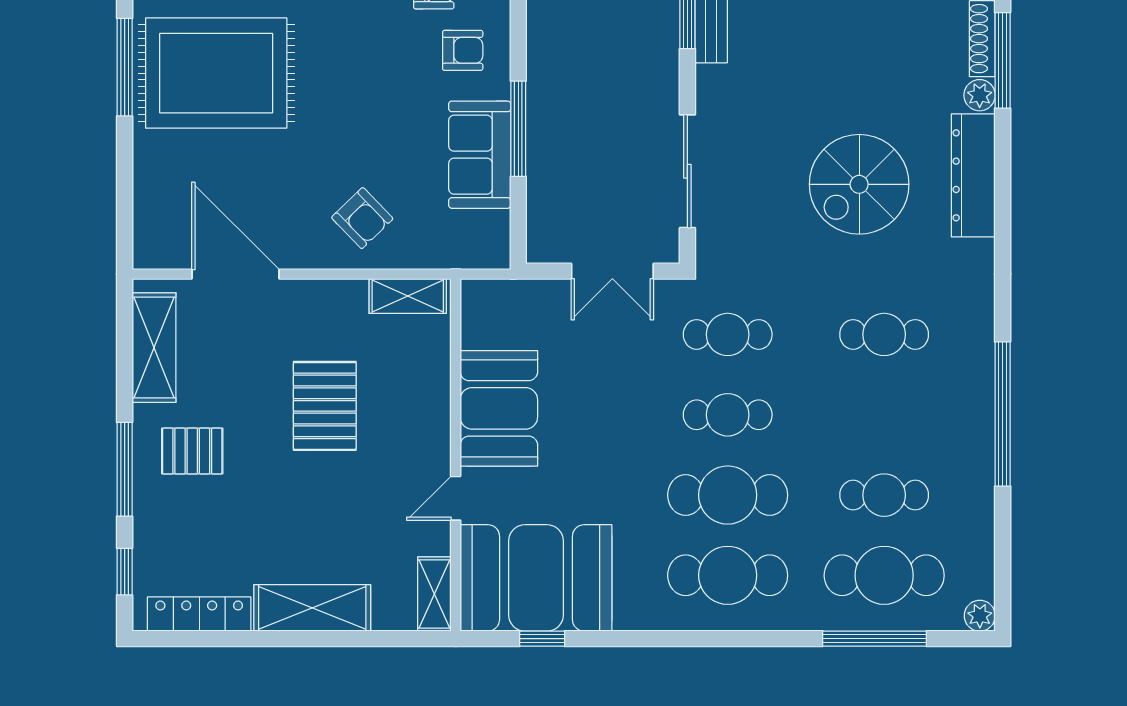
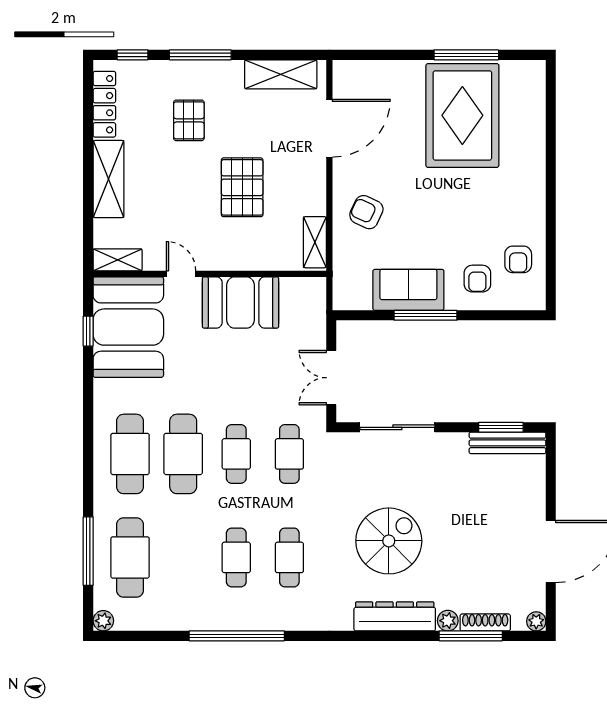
spiral stairs: (859, 184) -> (389, 541), turned 90
armchair: (362, 218) -> (366, 212), turned 69
pallet: (325, 406) -> (242, 187), turned 90
pallet: (192, 451) -> (189, 120), moved
cafe table: (884, 495) -> (236, 557), moved

